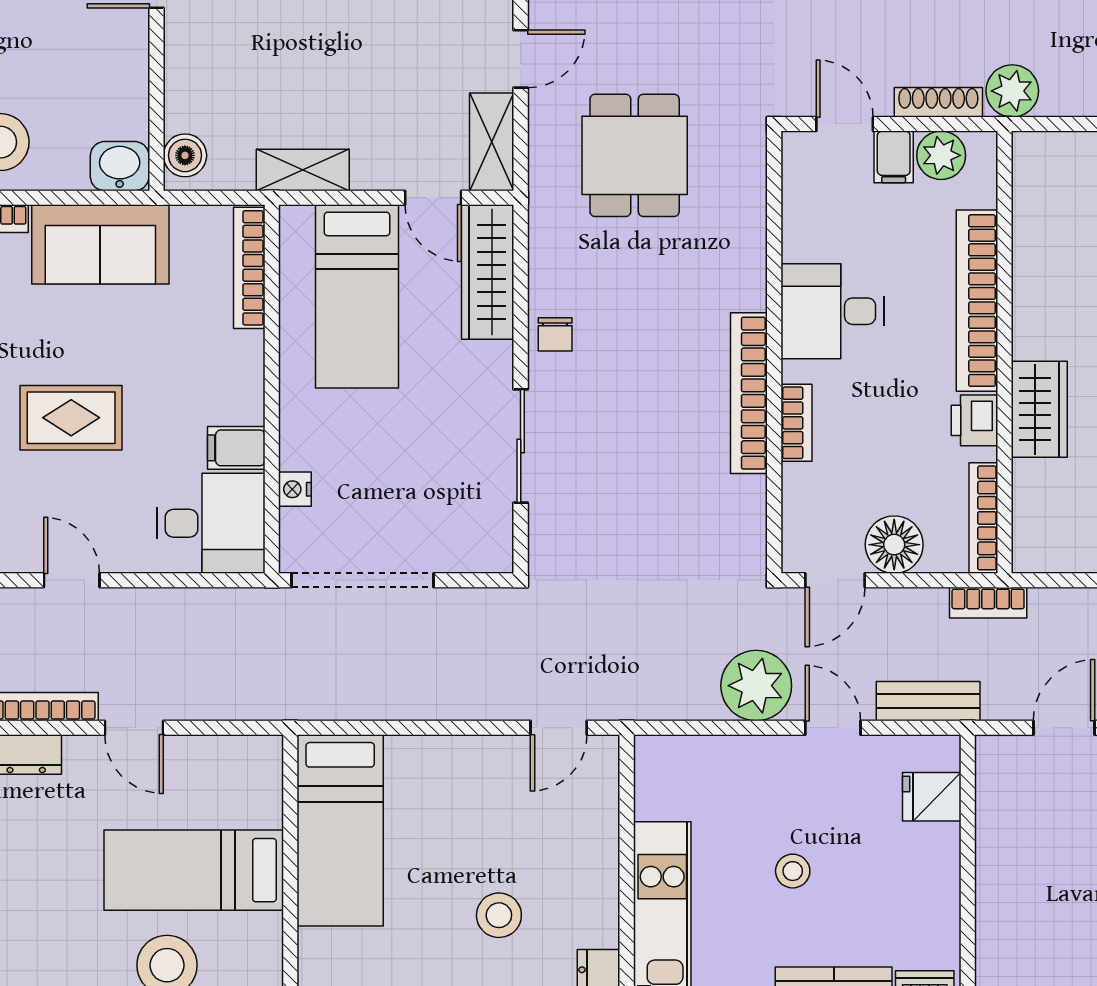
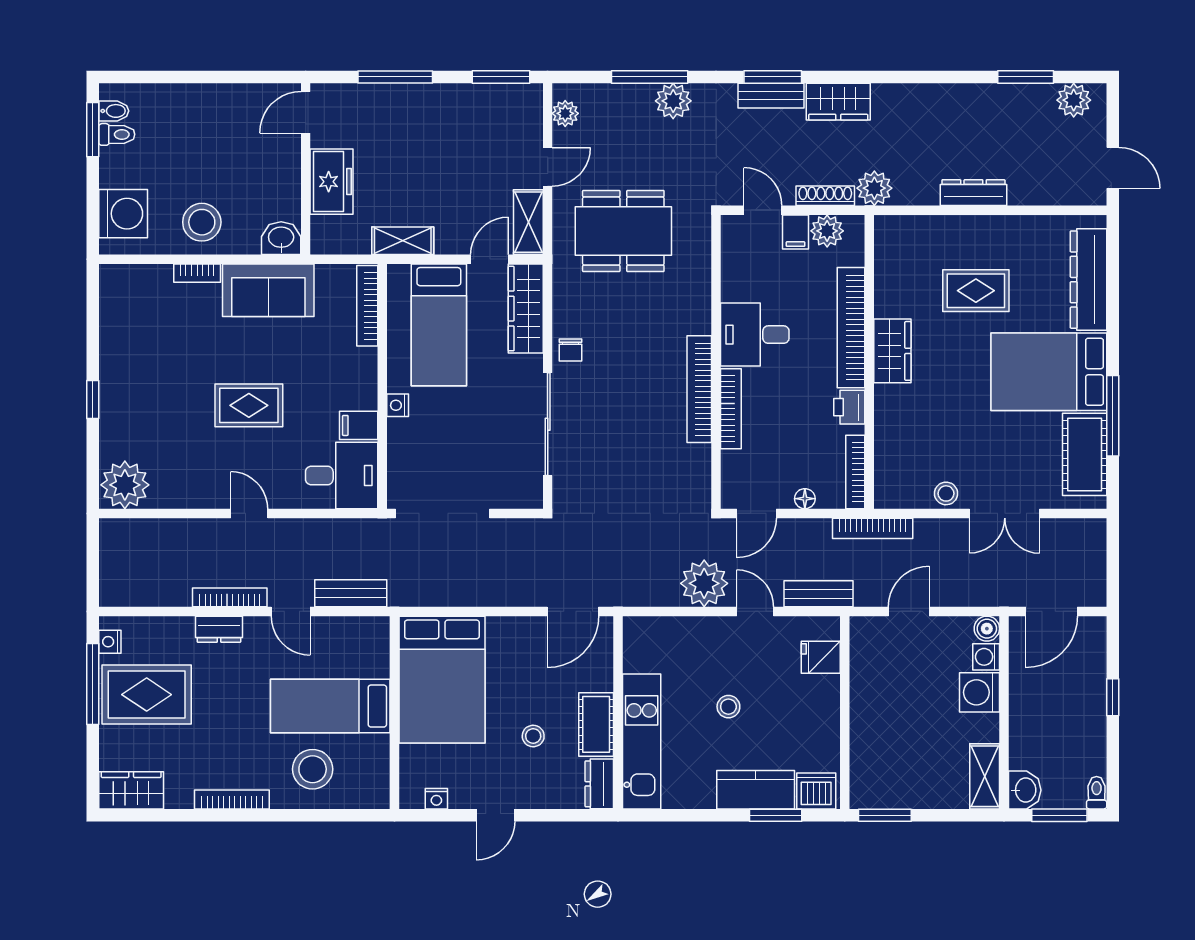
freezer: (195, 81) -> (331, 182), added
boiler: (185, 155) -> (325, 231), removed
dining table: (635, 155) -> (623, 231), width x1.38
door: (433, 198) -> (489, 259), swing flipped
wardrobe: (1039, 409) -> (892, 351), moved
bookcase: (796, 423) -> (731, 409), width x1.56
sliding door: (521, 446) -> (548, 424), width x1.37
nightstand: (295, 489) -> (398, 405), moved
floor lamp: (894, 545) -> (805, 499), width x0.53, depth x0.53
bookcase: (988, 603) -> (873, 528), width x1.56
bench: (224, 700) -> (351, 593), added
door: (559, 728) -> (573, 611), width x1.38
bed: (340, 830) -> (442, 680), width x1.50
cot: (594, 898) -> (596, 724), added
stool: (499, 915) -> (533, 736), width x0.73, depth x0.73

